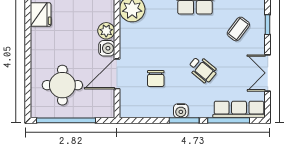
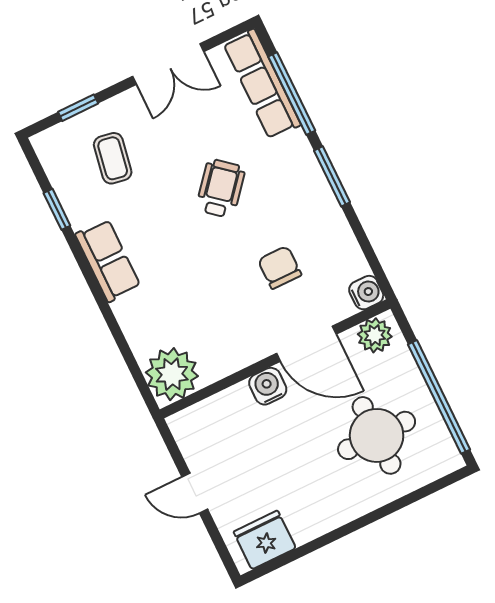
coffee table: (238, 29) -> (113, 158), turned 63
plant: (106, 31) -> (375, 335), moved
chair: (156, 78) -> (280, 267), turned -90
water cooler: (181, 111) -> (366, 293), moved

